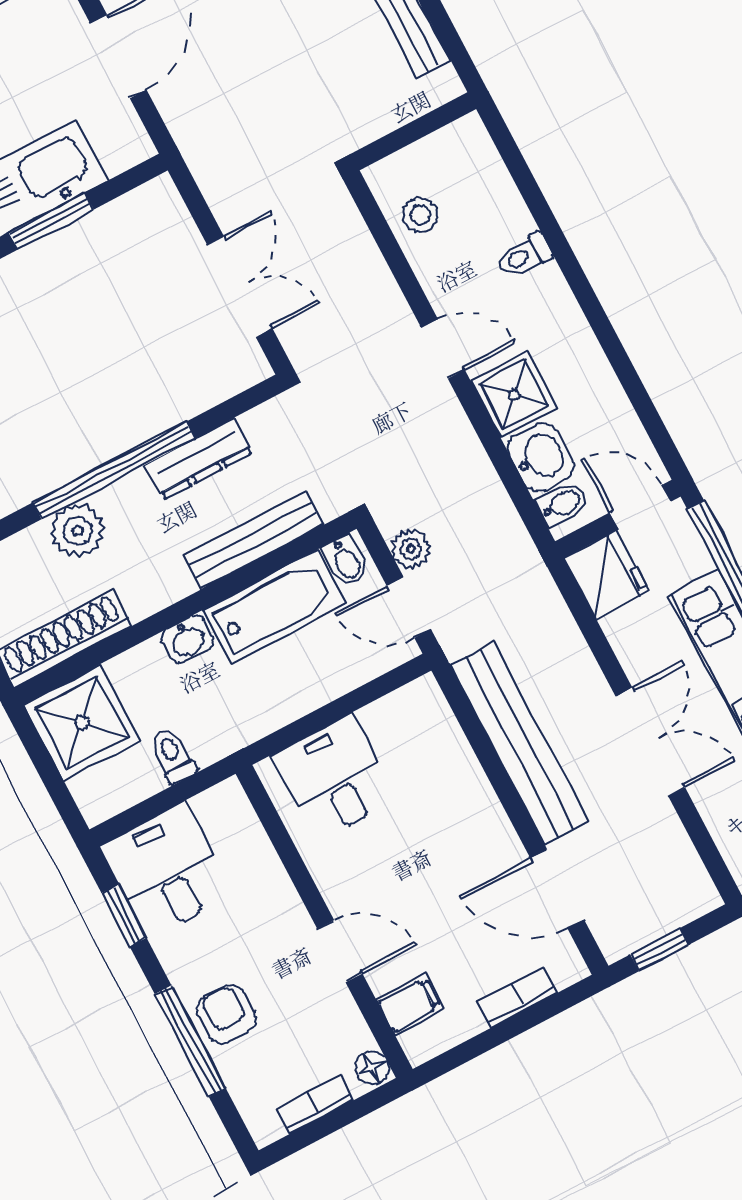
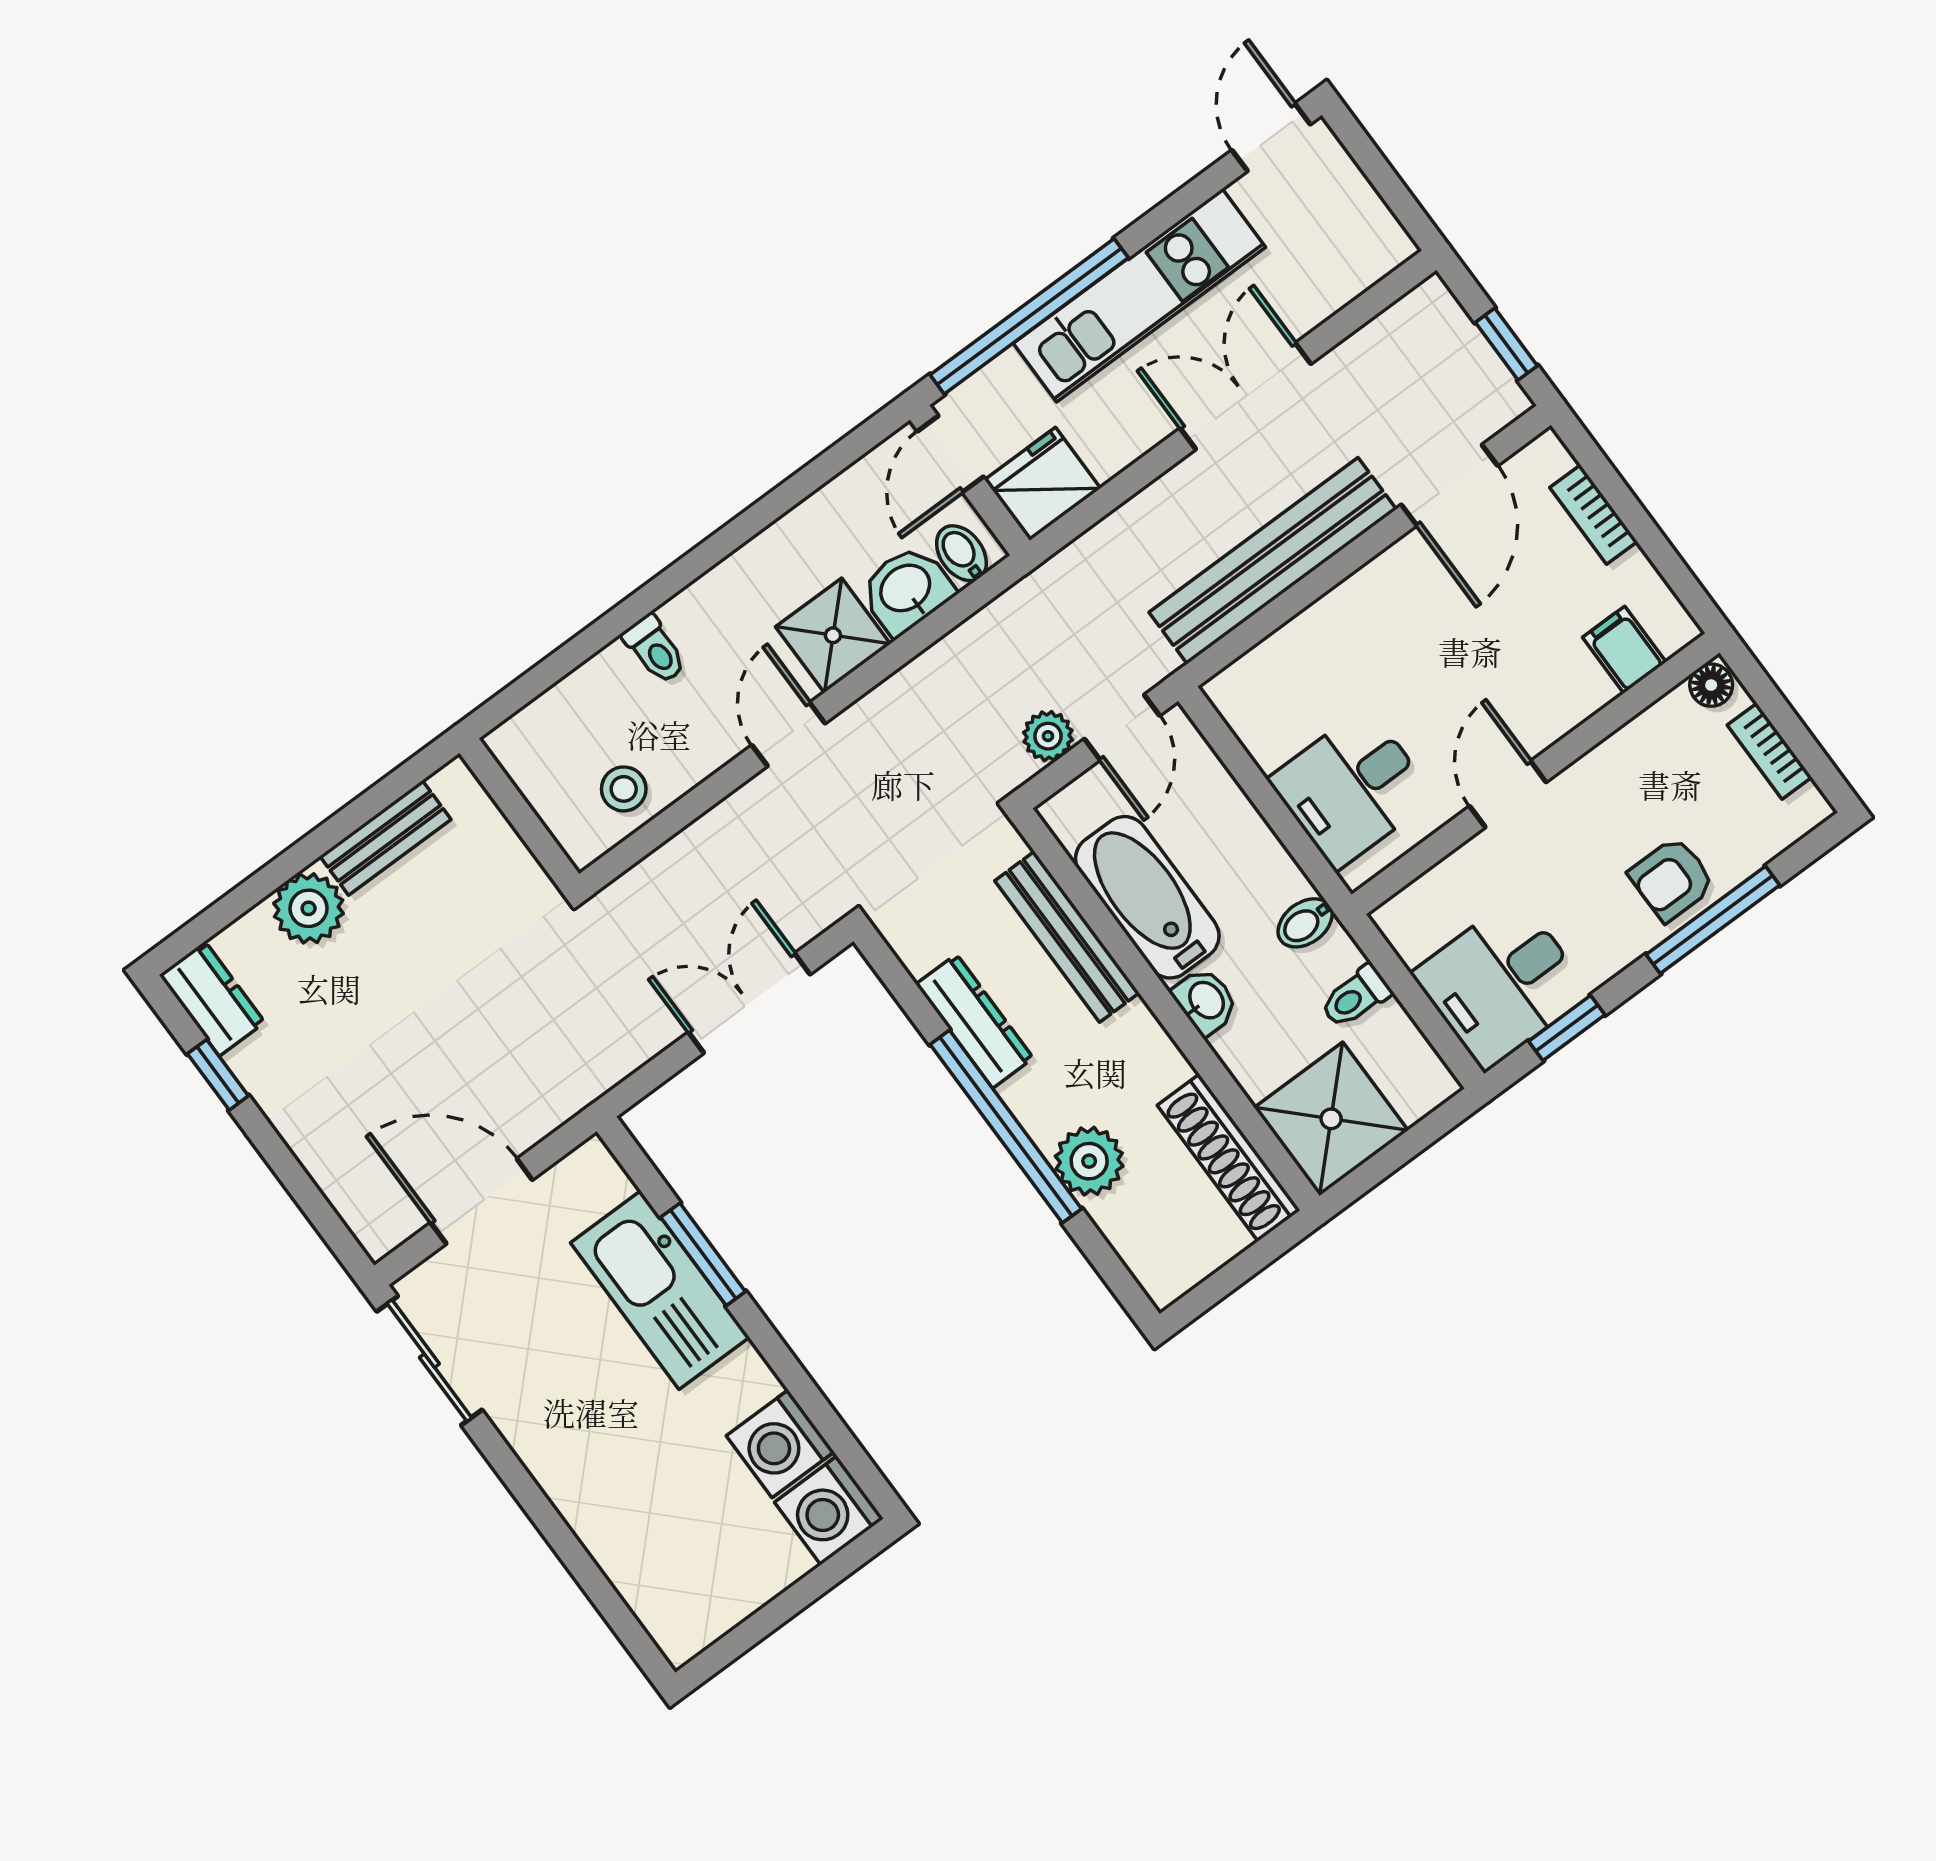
bidet: (346, 561) -> (1305, 923), moved, turned 180
door: (340, 951) -> (1508, 794), moved

